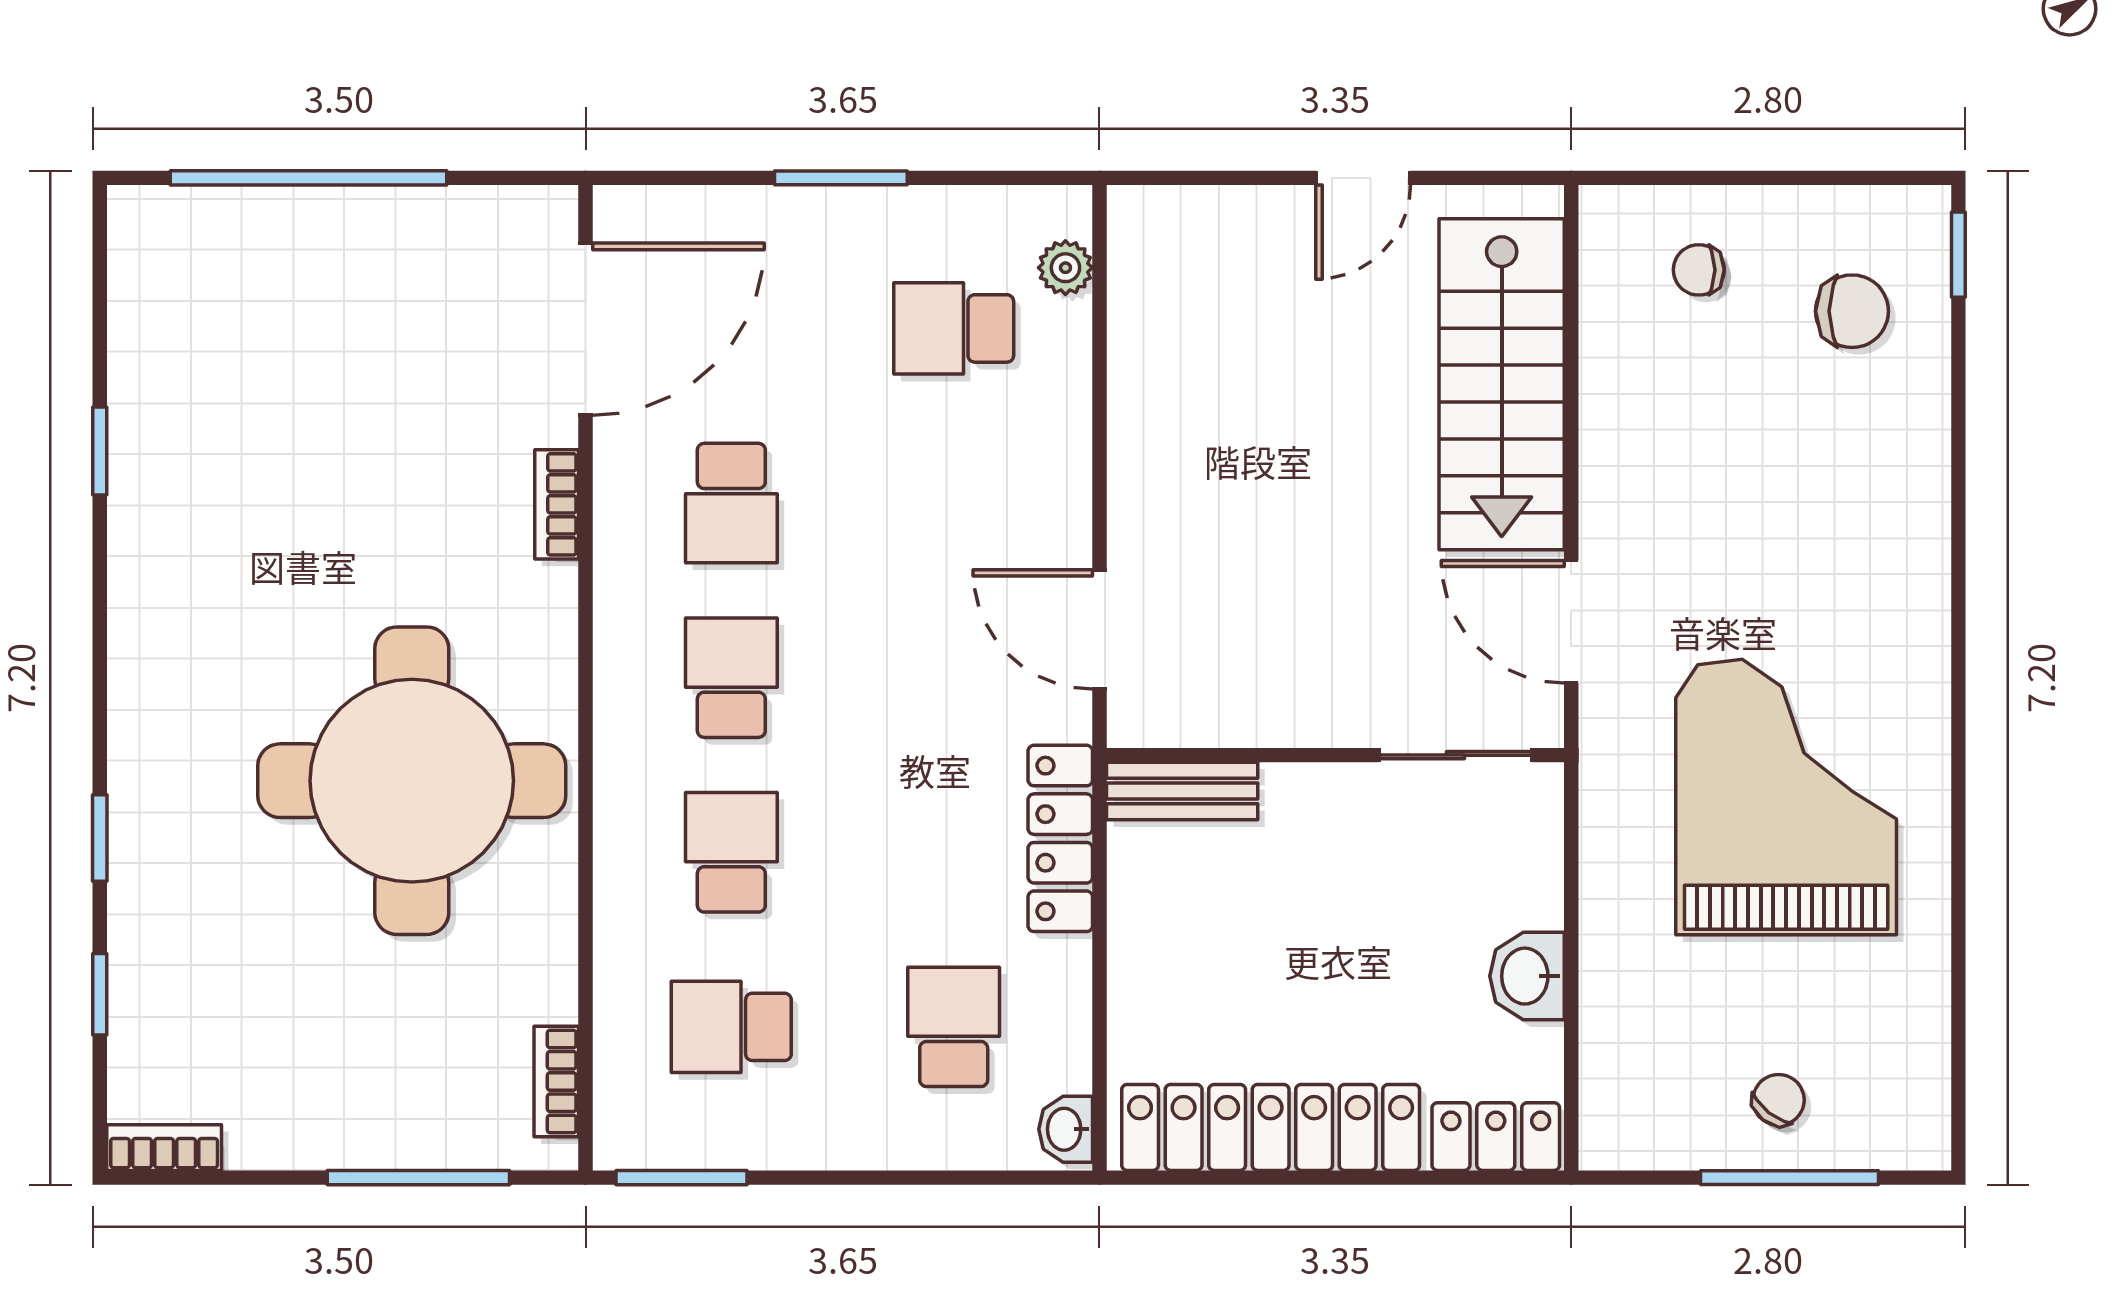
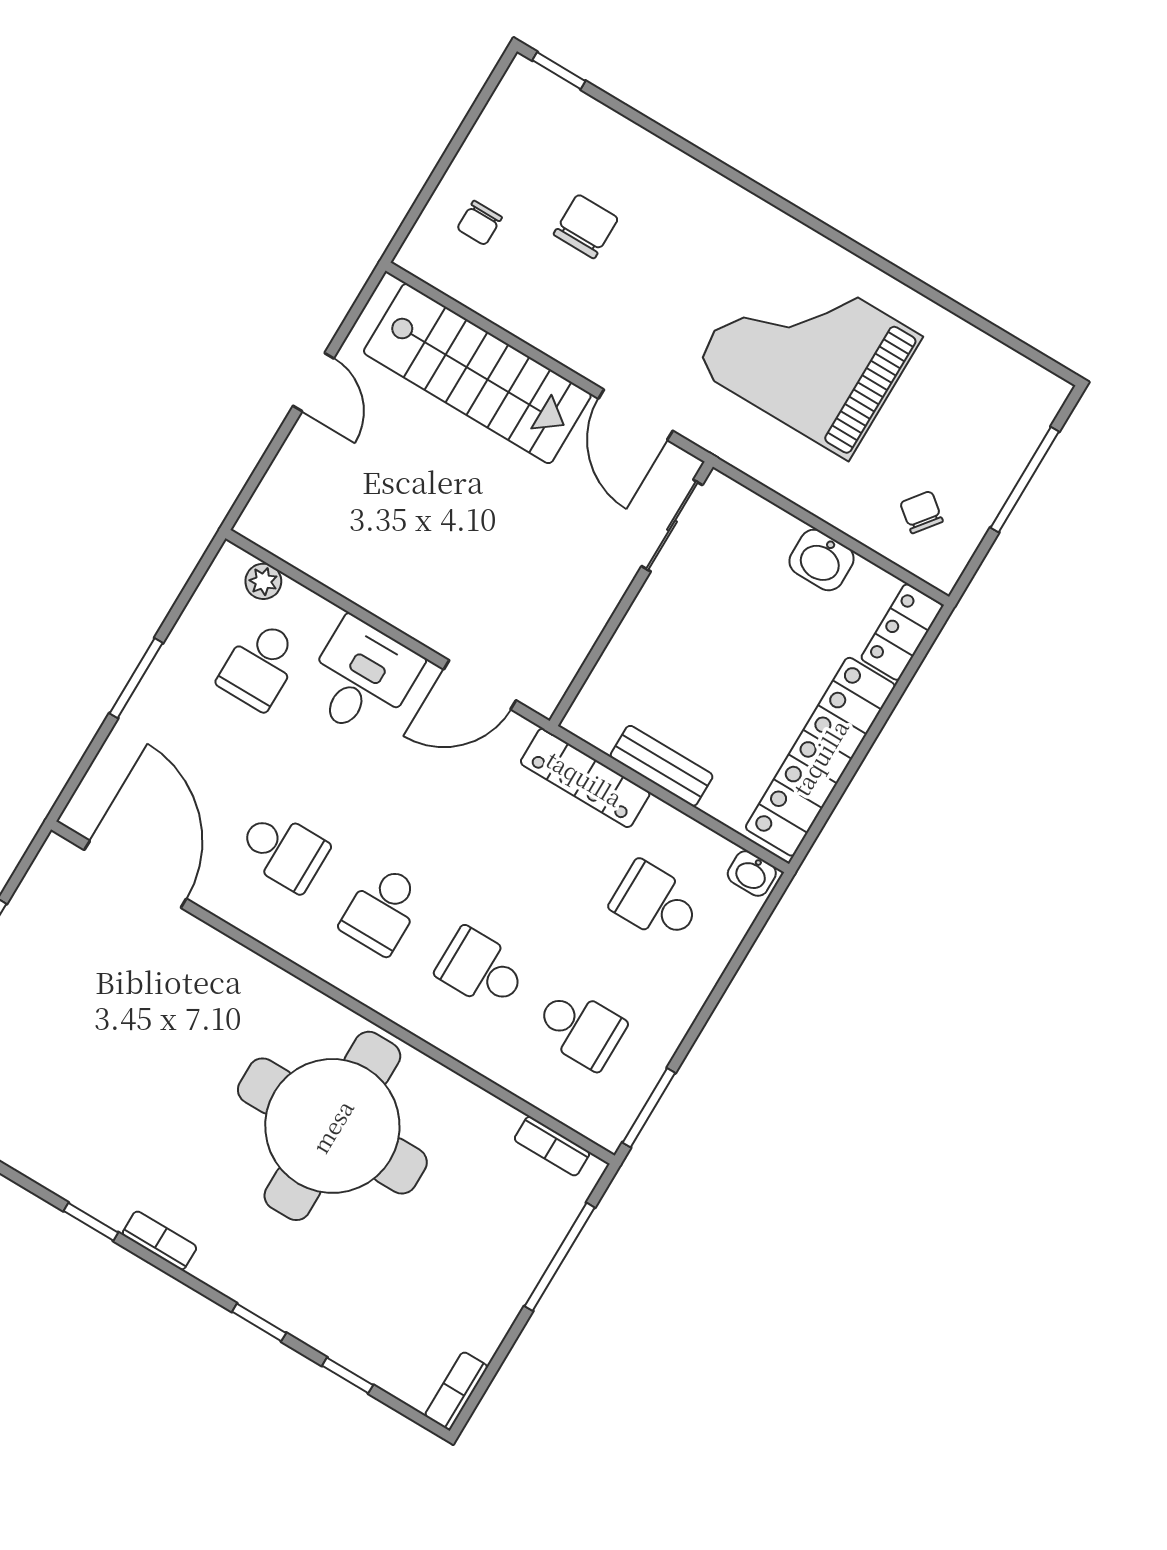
chair: (1852, 311) -> (586, 226), moved
window: (100, 451) -> (91, 1222), moved
desk: (1016, 471) -> (362, 678), added
bookcase: (557, 504) -> (159, 1240), moved, turned 180
door: (1571, 622) -> (636, 415), hinge flipped
school desk: (731, 678) -> (382, 910), turned -90
bench: (1182, 791) -> (662, 766), moved, turned 90
school desk: (731, 1027) -> (580, 1028), turned -90
chair: (1779, 1100) -> (921, 512), moved

